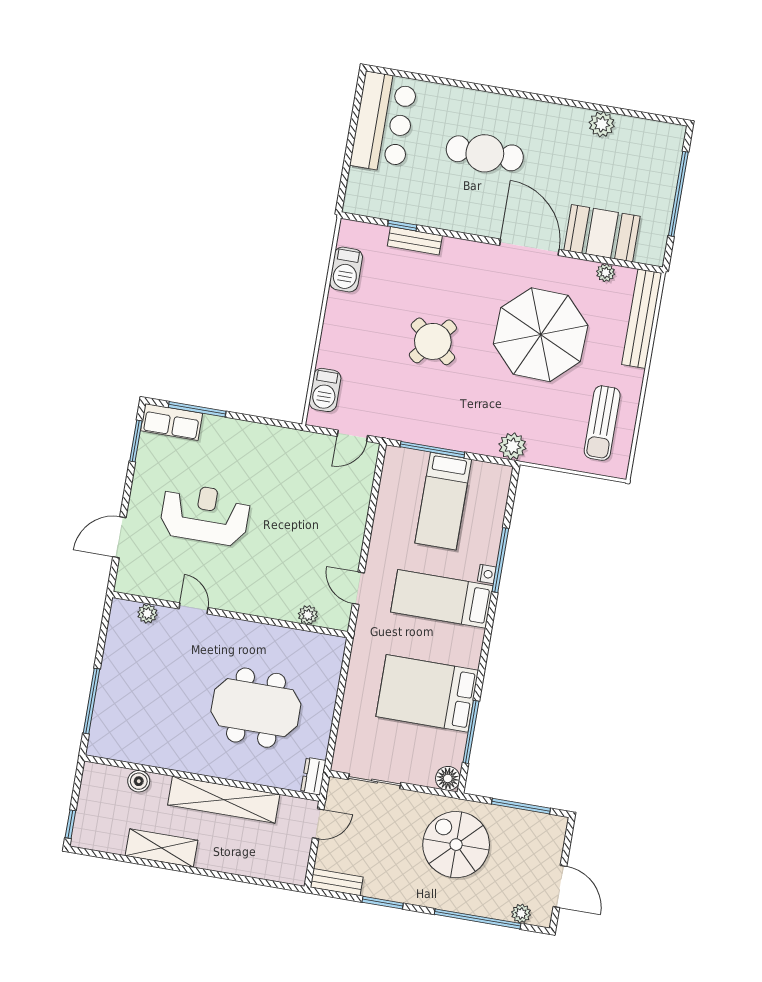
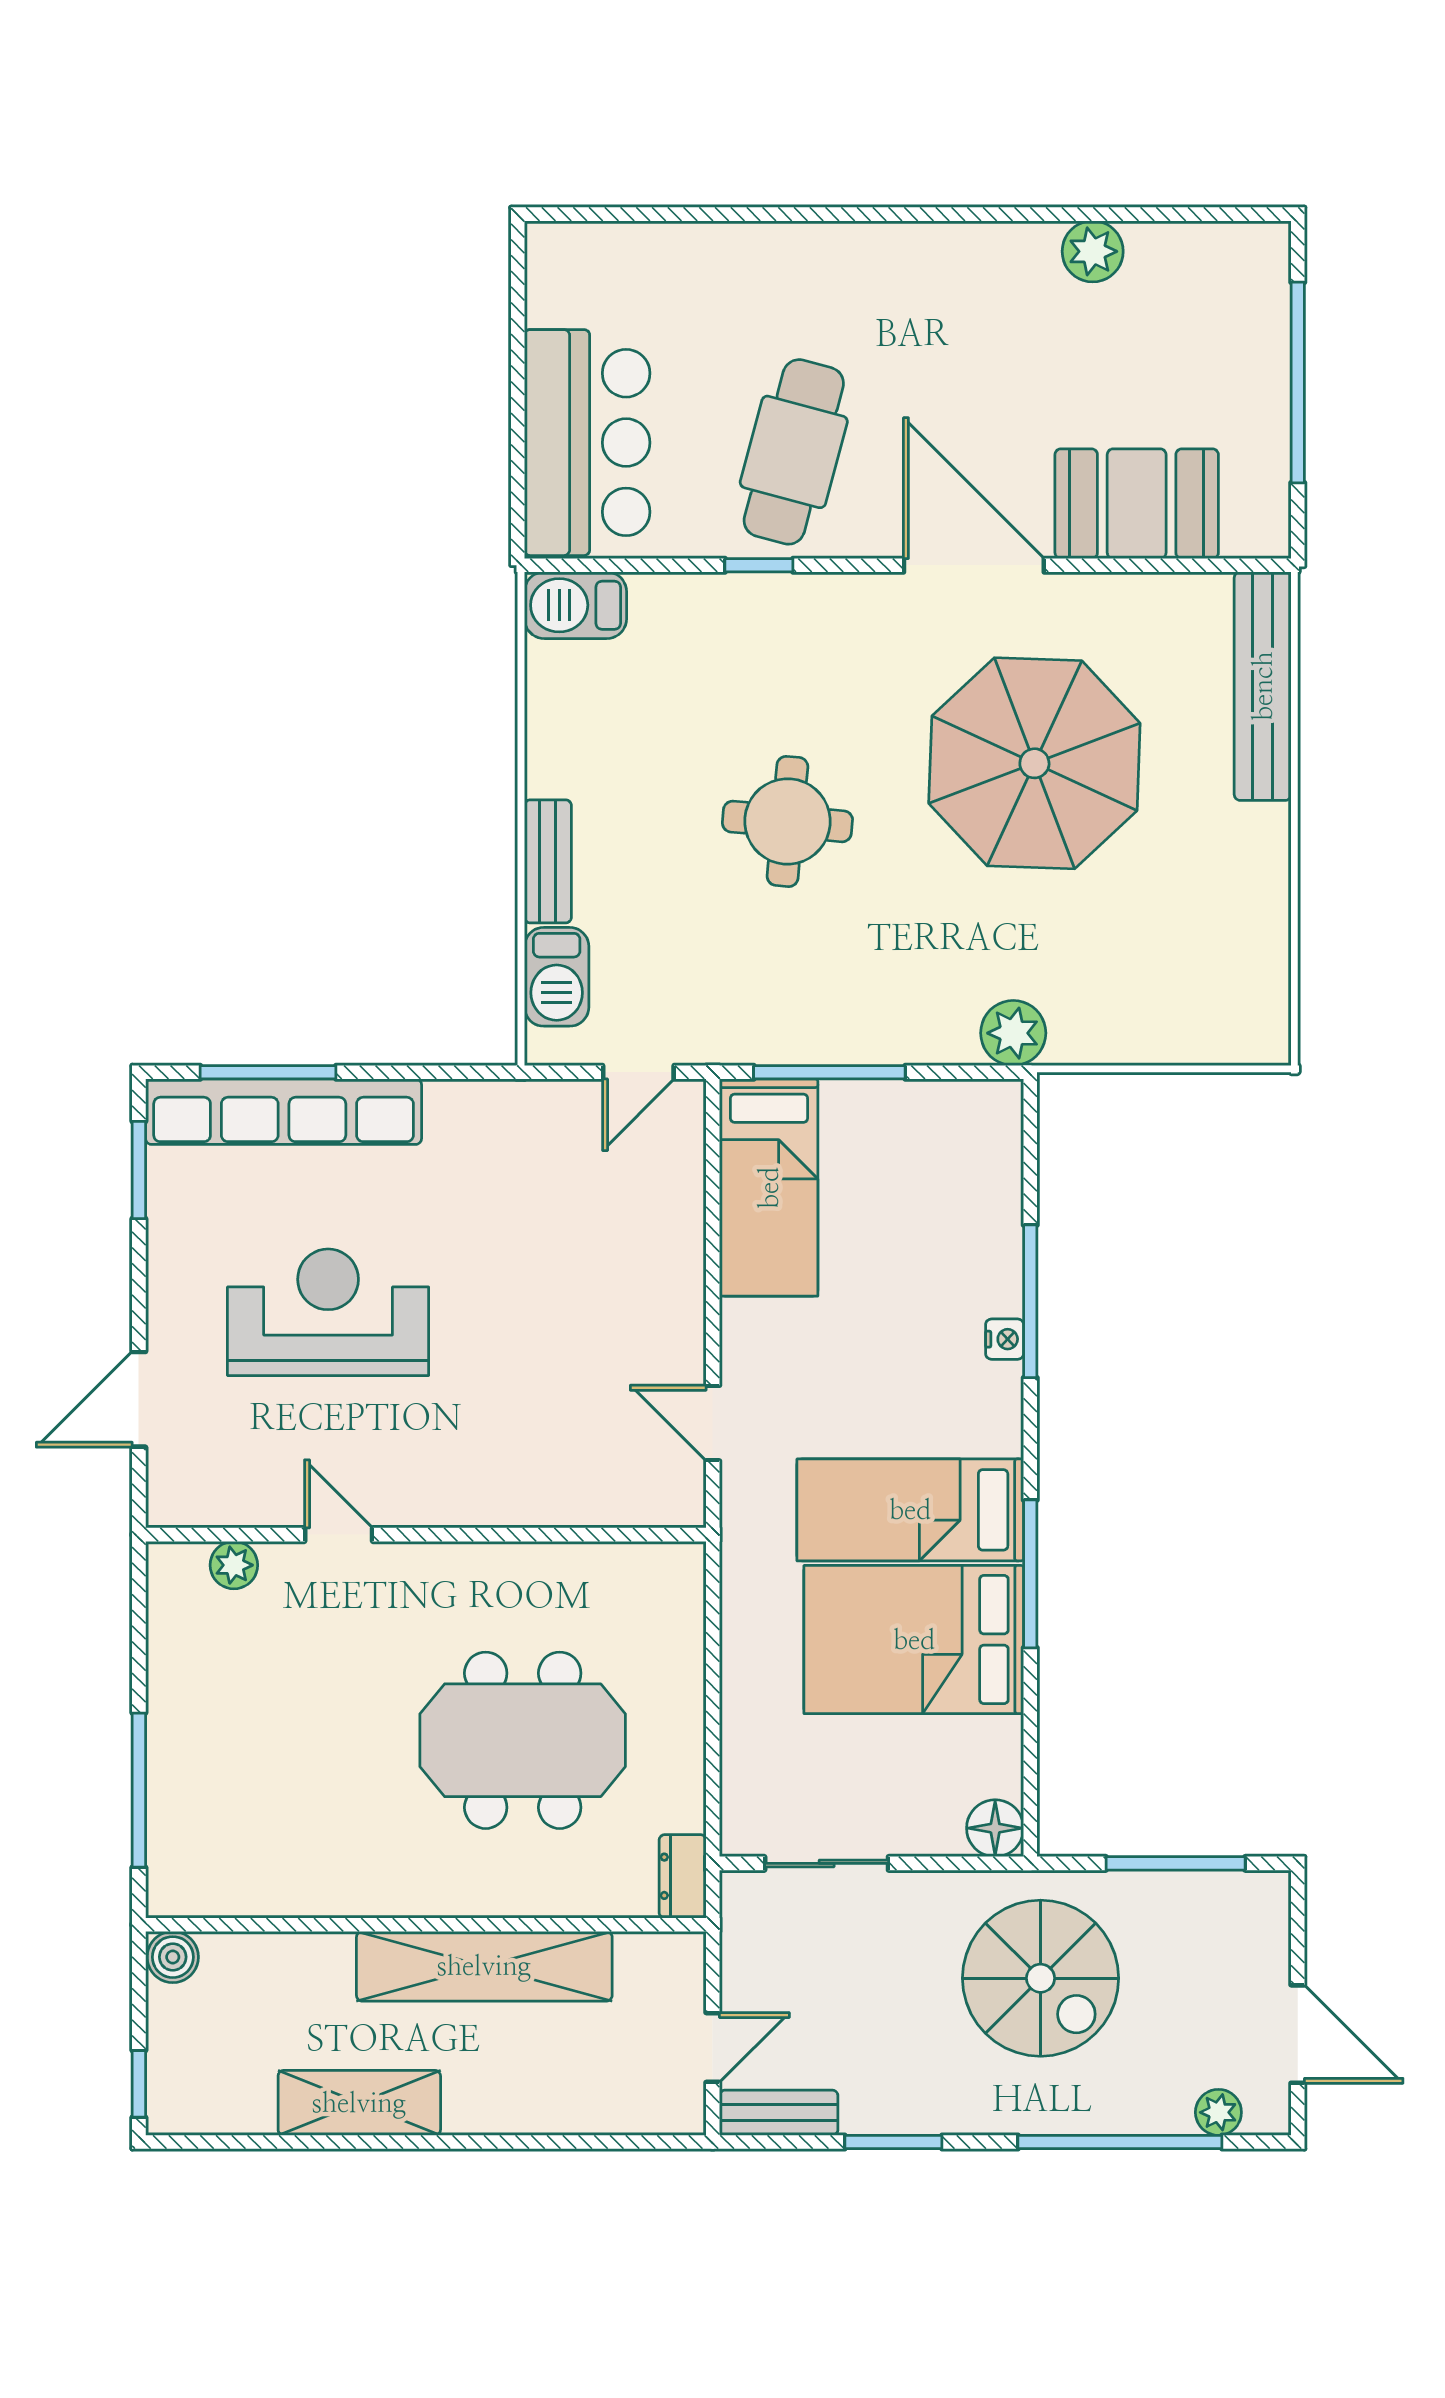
bar counter: (384, 123) -> (587, 443), moved
cafe table: (485, 153) -> (794, 452), moved, turned -75
window: (402, 226) -> (759, 565), moved
bench: (415, 241) -> (548, 861), moved, turned 90
barbecue: (346, 270) -> (576, 605), moved, turned 90
plant: (606, 273) -> (1160, 594), removed
round table: (433, 341) -> (787, 821), turned -34
row of seats: (172, 422) -> (284, 1112), width x2.02
sun lounger: (602, 423) -> (1212, 944), removed
bed: (443, 501) -> (769, 1188), moved
bed: (442, 599) -> (910, 1510), moved
plant: (308, 615) -> (606, 1505), removed
window: (471, 732) -> (1030, 1574), moved
boiler: (139, 781) -> (173, 1957), moved
door: (318, 824) -> (713, 2048), moved
spiral stairs: (456, 845) -> (1041, 1978), turned 180

